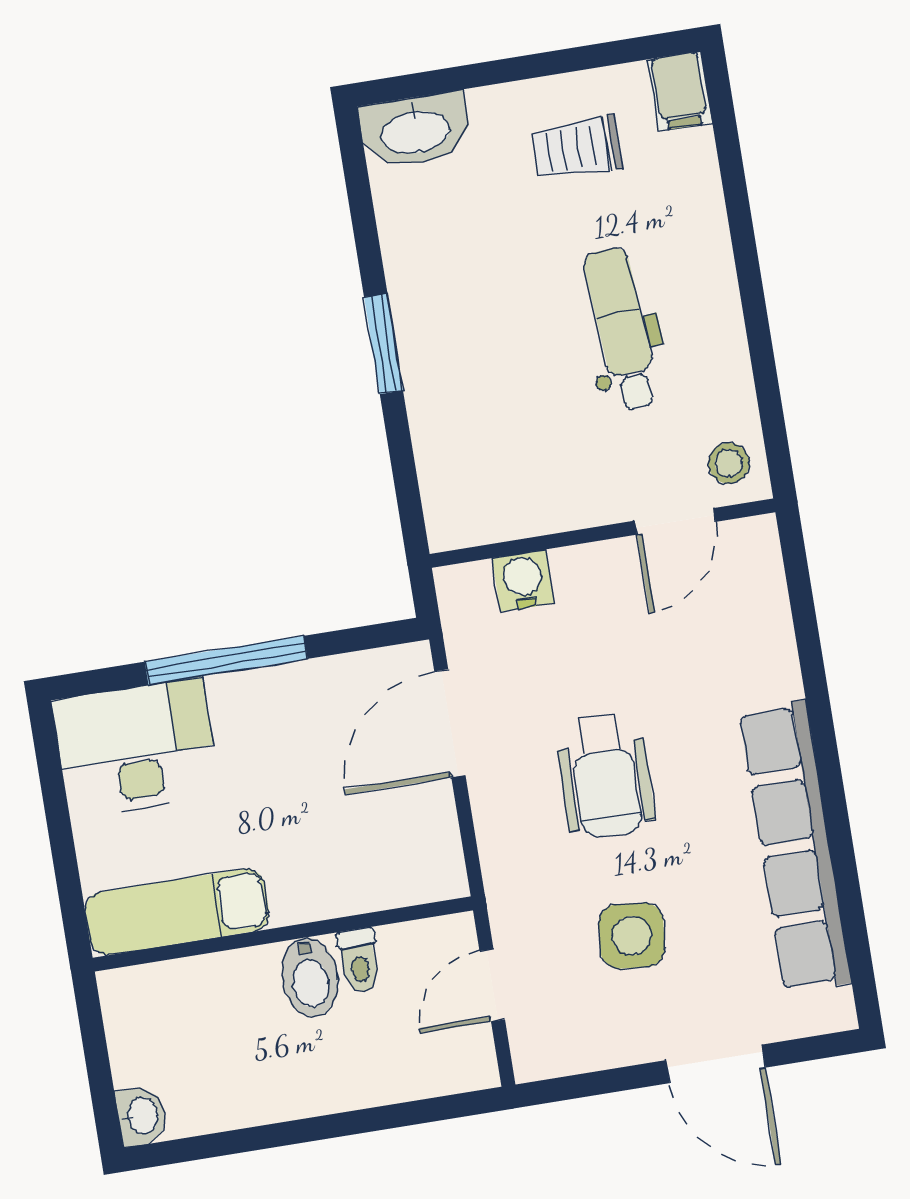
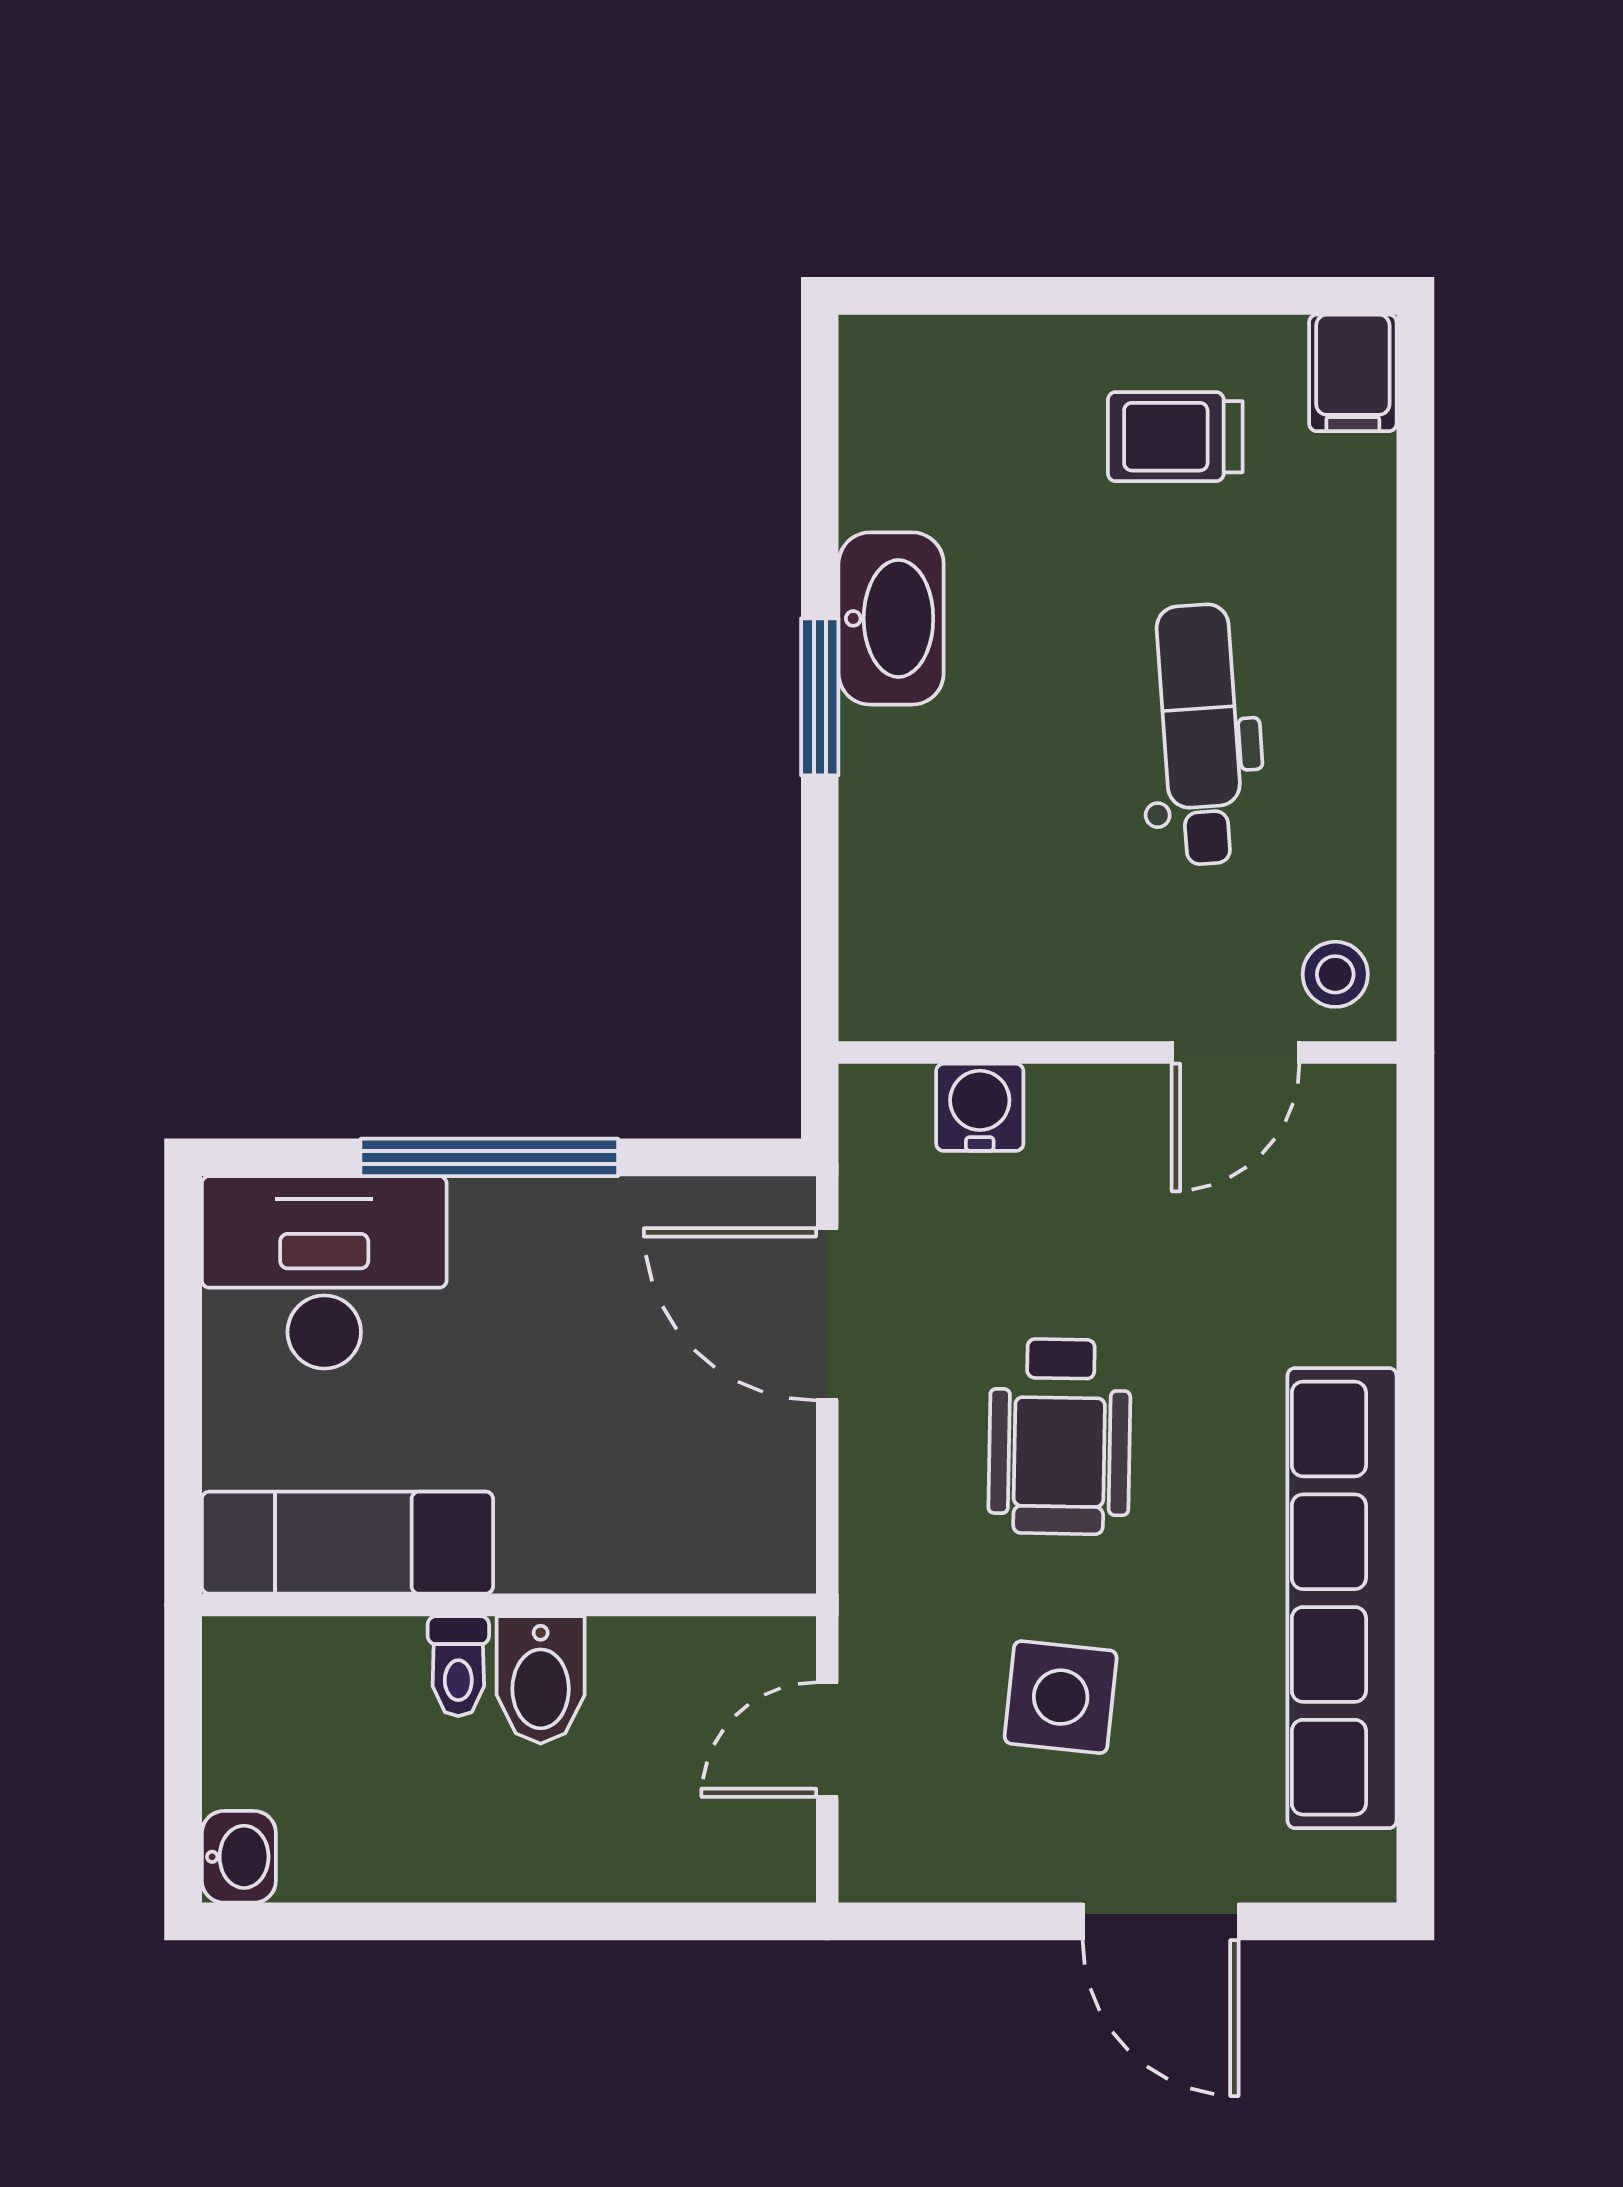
washbasin: (415, 130) -> (891, 618), moved, turned -90
door: (450, 723) -> (827, 1314), hinge flipped
toilet: (359, 960) -> (458, 1666), moved

